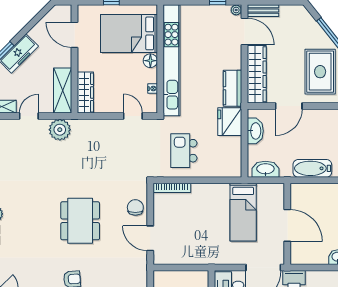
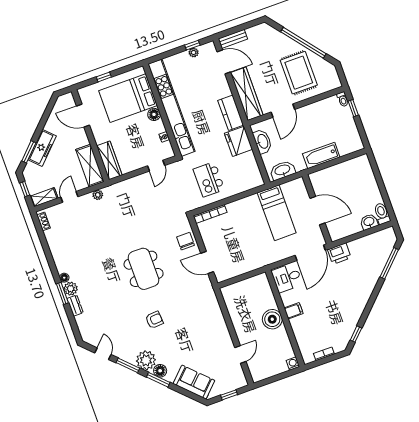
plant: (236, 10) -> (194, 52), moved
door: (133, 116) -> (156, 166), swing flipped
plant: (60, 130) -> (98, 195), width x0.53, depth x0.53

